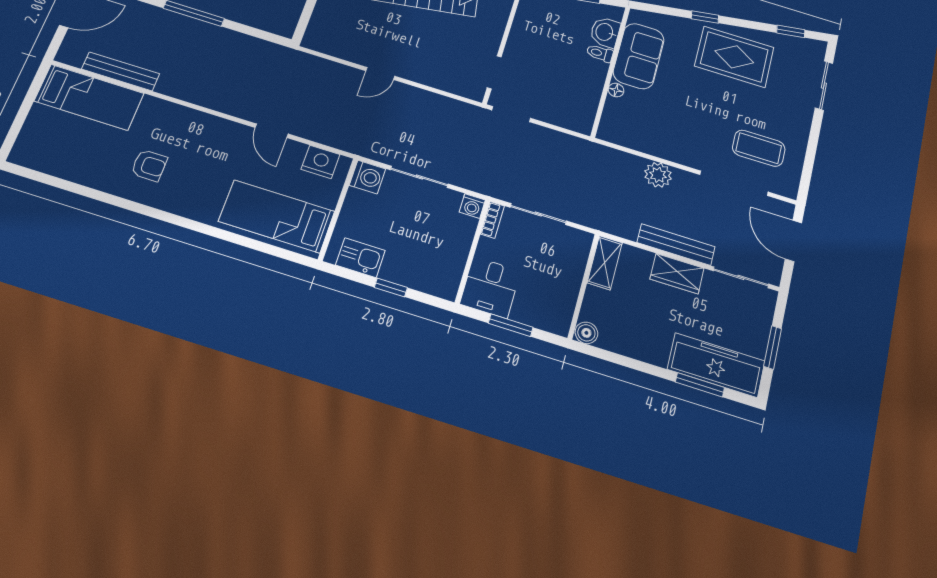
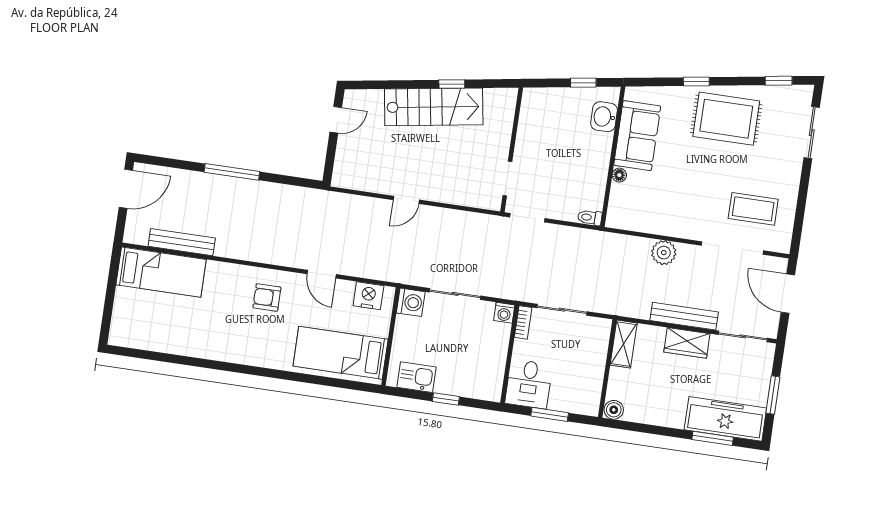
toilet: (600, 53) -> (590, 218), moved
armchair: (149, 165) -> (267, 297), moved, turned 180

